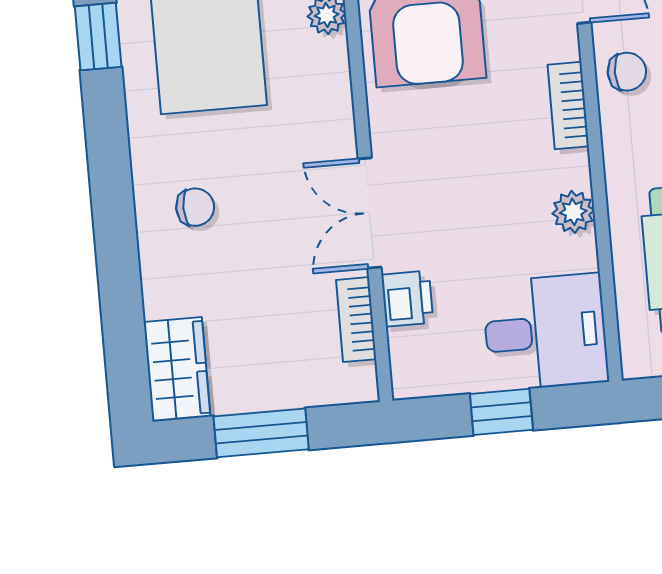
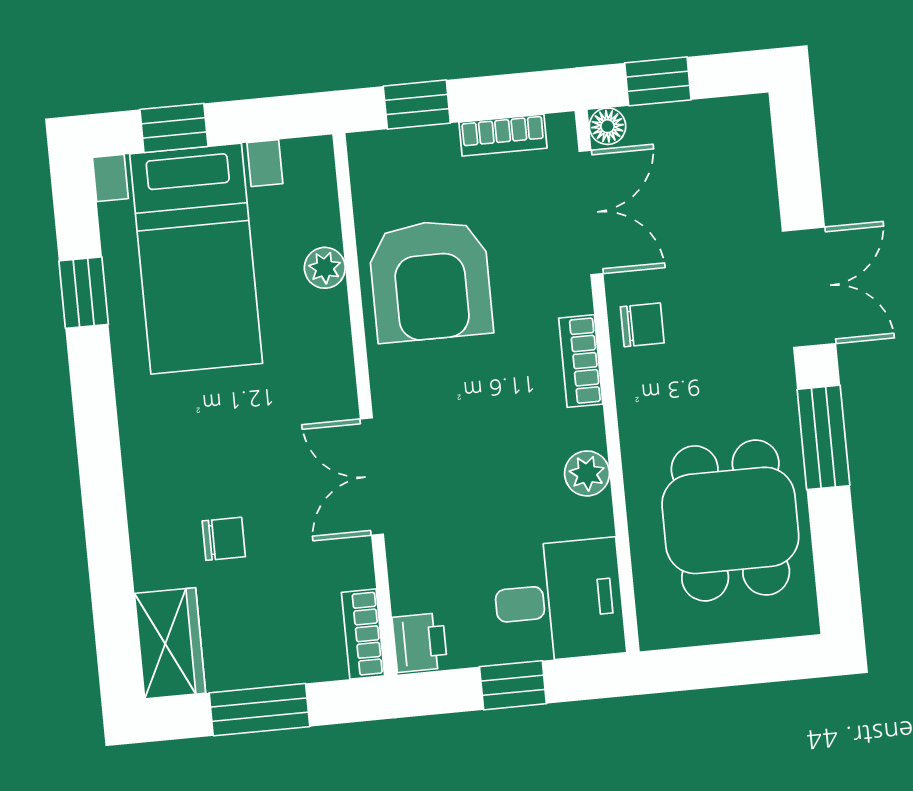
chair: (195, 207) -> (224, 539), moved
printer: (407, 299) -> (420, 643), moved
bookcase: (356, 320) -> (363, 634), moved

